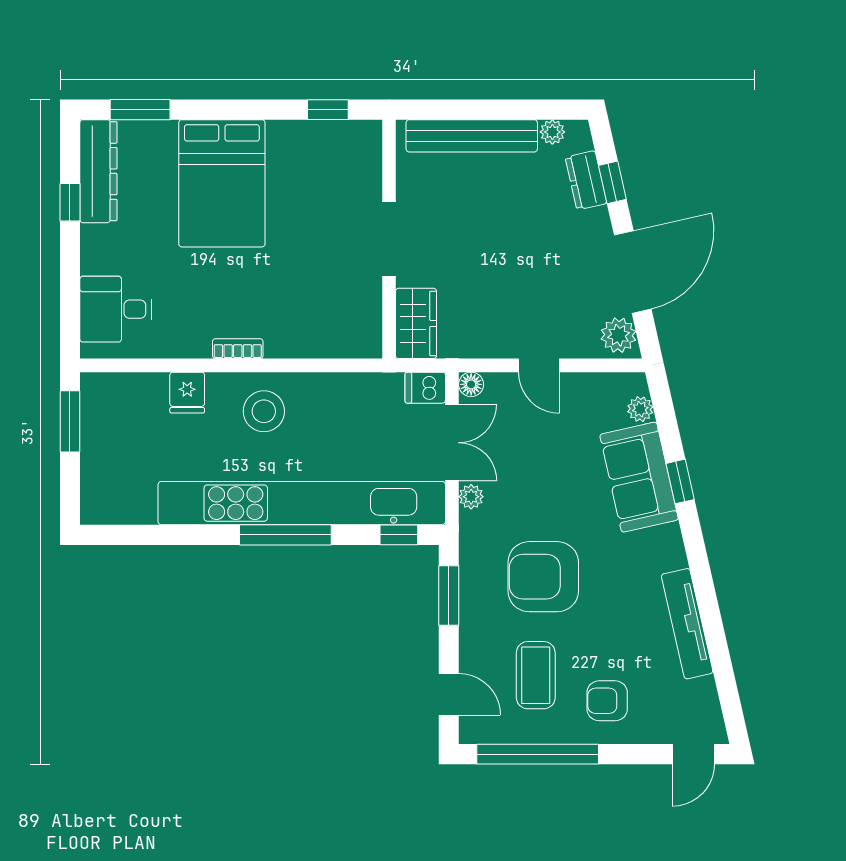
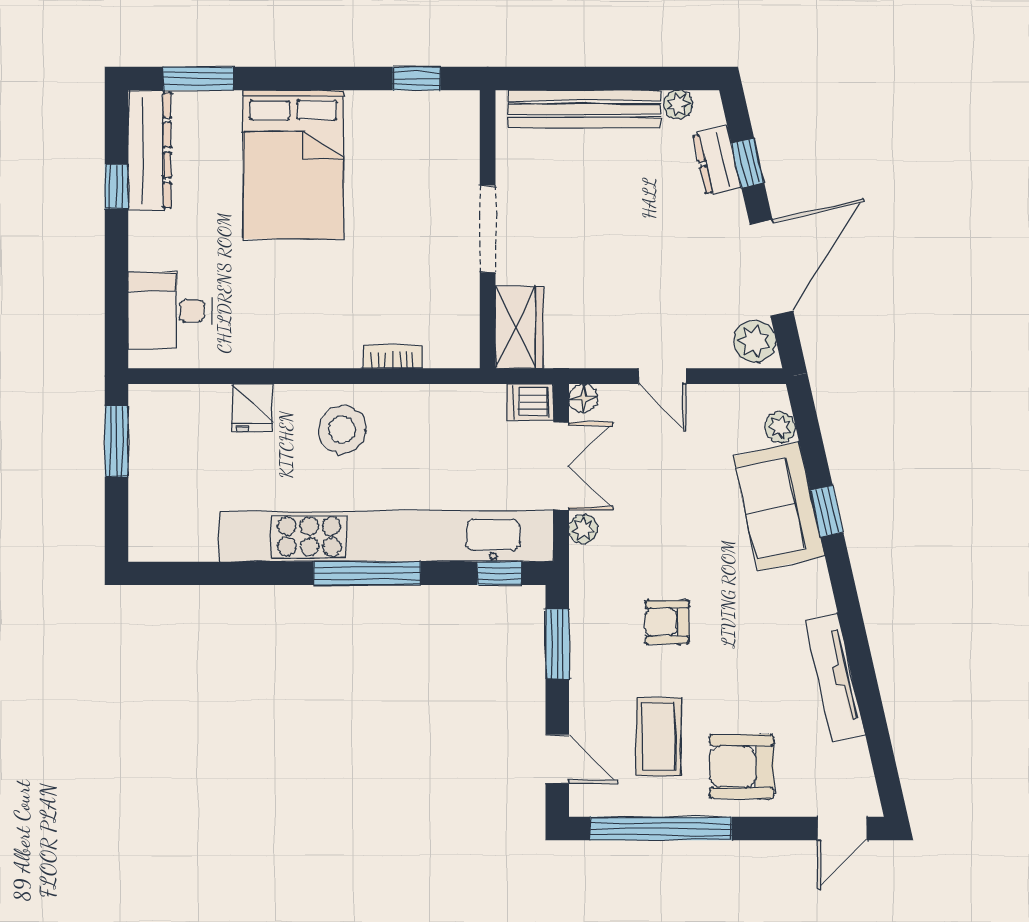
bookcase: (238, 349) -> (393, 357), moved
armchair: (543, 577) -> (667, 622), width x0.53, depth x0.53
armchair: (607, 701) -> (742, 767), width x1.38, depth x1.38

